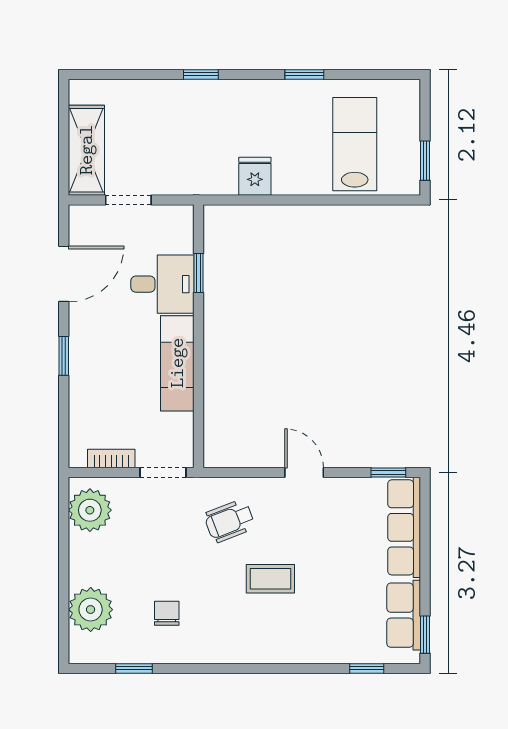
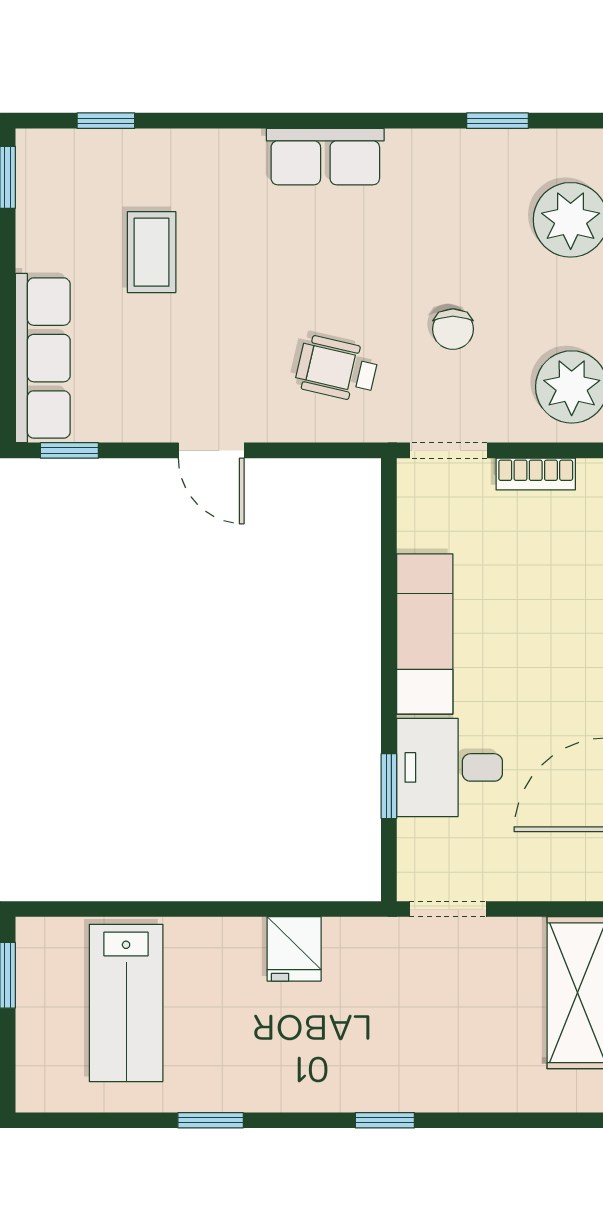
doorway: (128, 200) -> (448, 909), moved
wheelchair: (230, 521) -> (337, 369), turned -146
coffee table: (270, 579) -> (152, 252), moved, turned 90
chair: (167, 613) -> (453, 329), moved
row of seats: (404, 615) -> (325, 157), moved, turned 90

